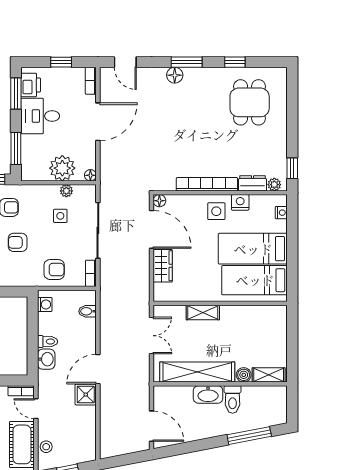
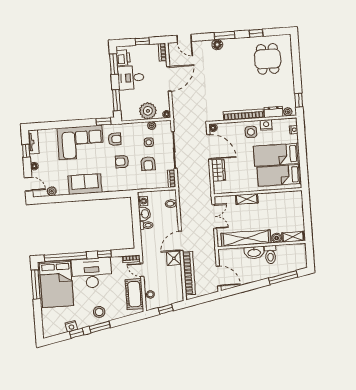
armchair: (54, 270) -> (148, 164), moved, turned 90
washbasin: (46, 359) -> (145, 214), moved
bookcase: (107, 419) -> (189, 273), added

